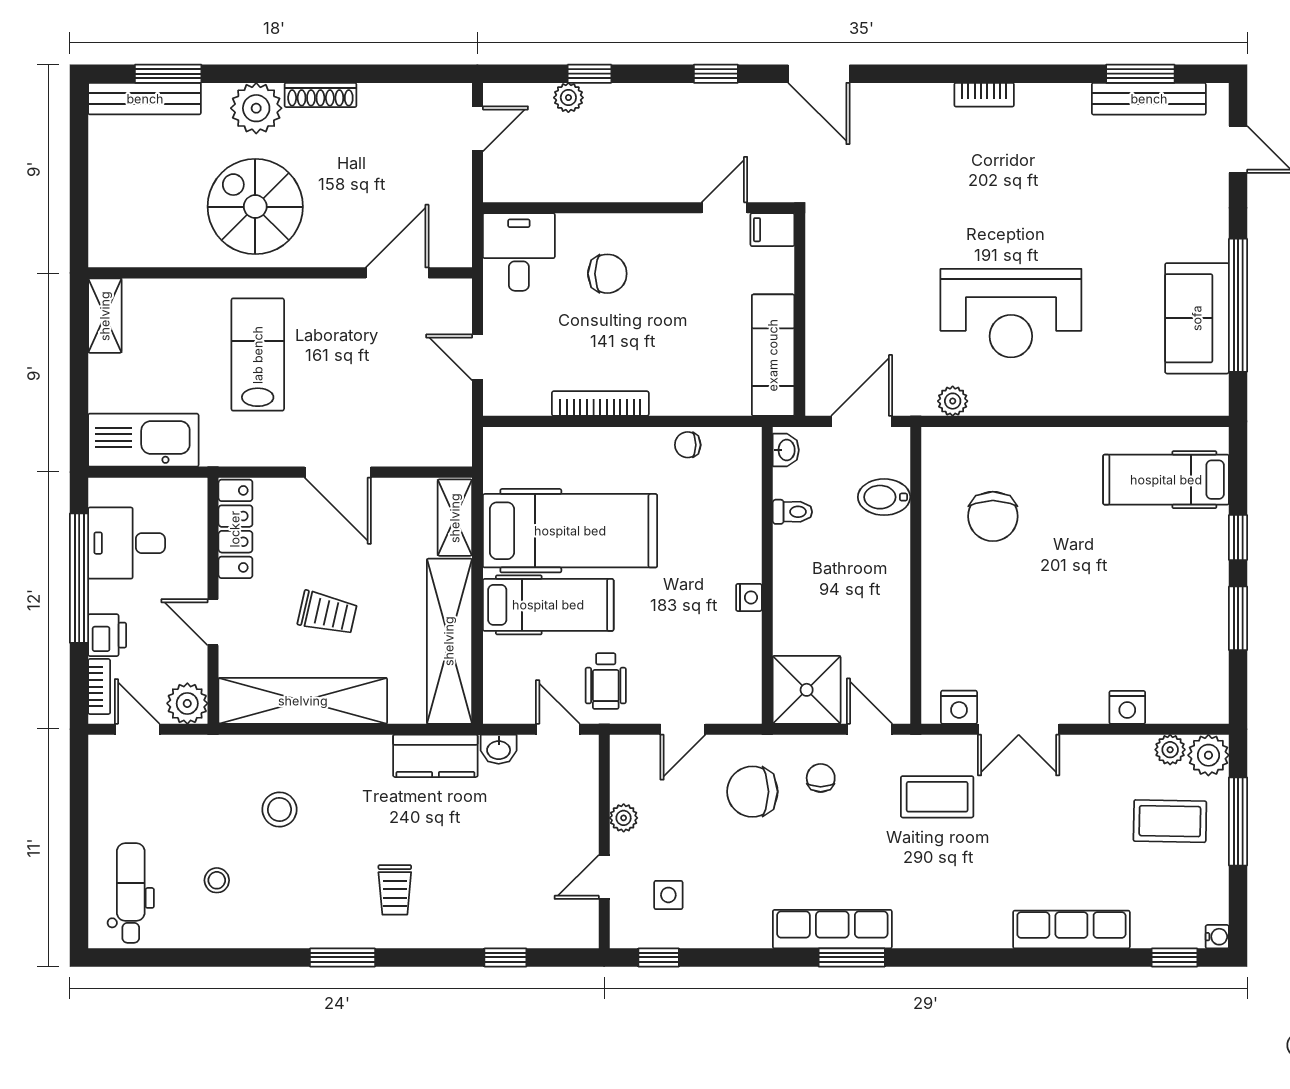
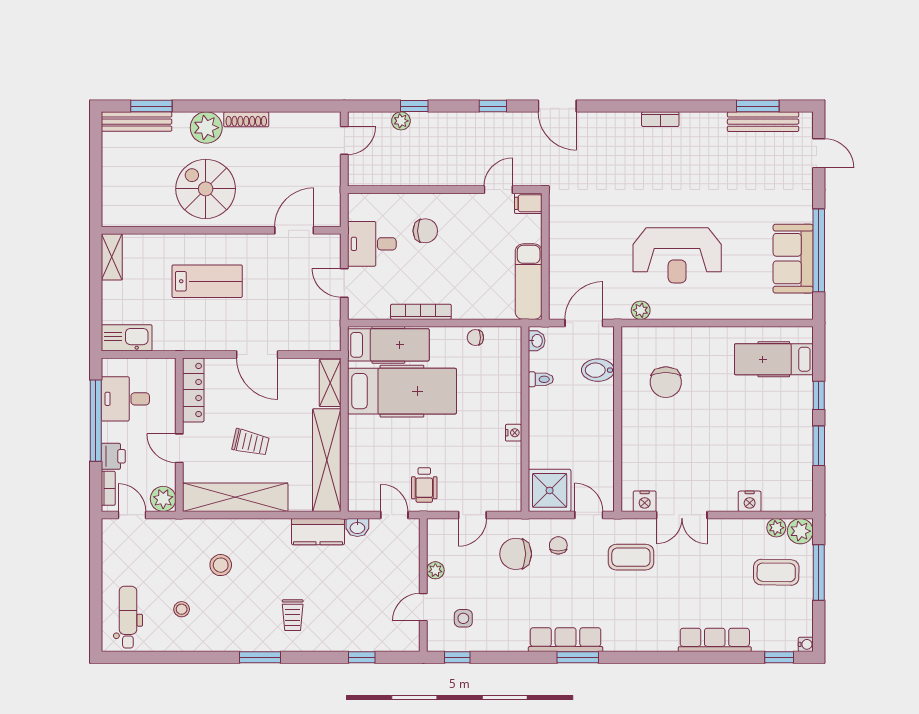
desk: (519, 252) -> (372, 244), moved, turned -90
lab bench: (258, 355) -> (207, 281), turned 90
kitchen sink: (143, 440) -> (127, 338), width x0.73, depth x0.81
hospital bed: (548, 605) -> (388, 345), moved

